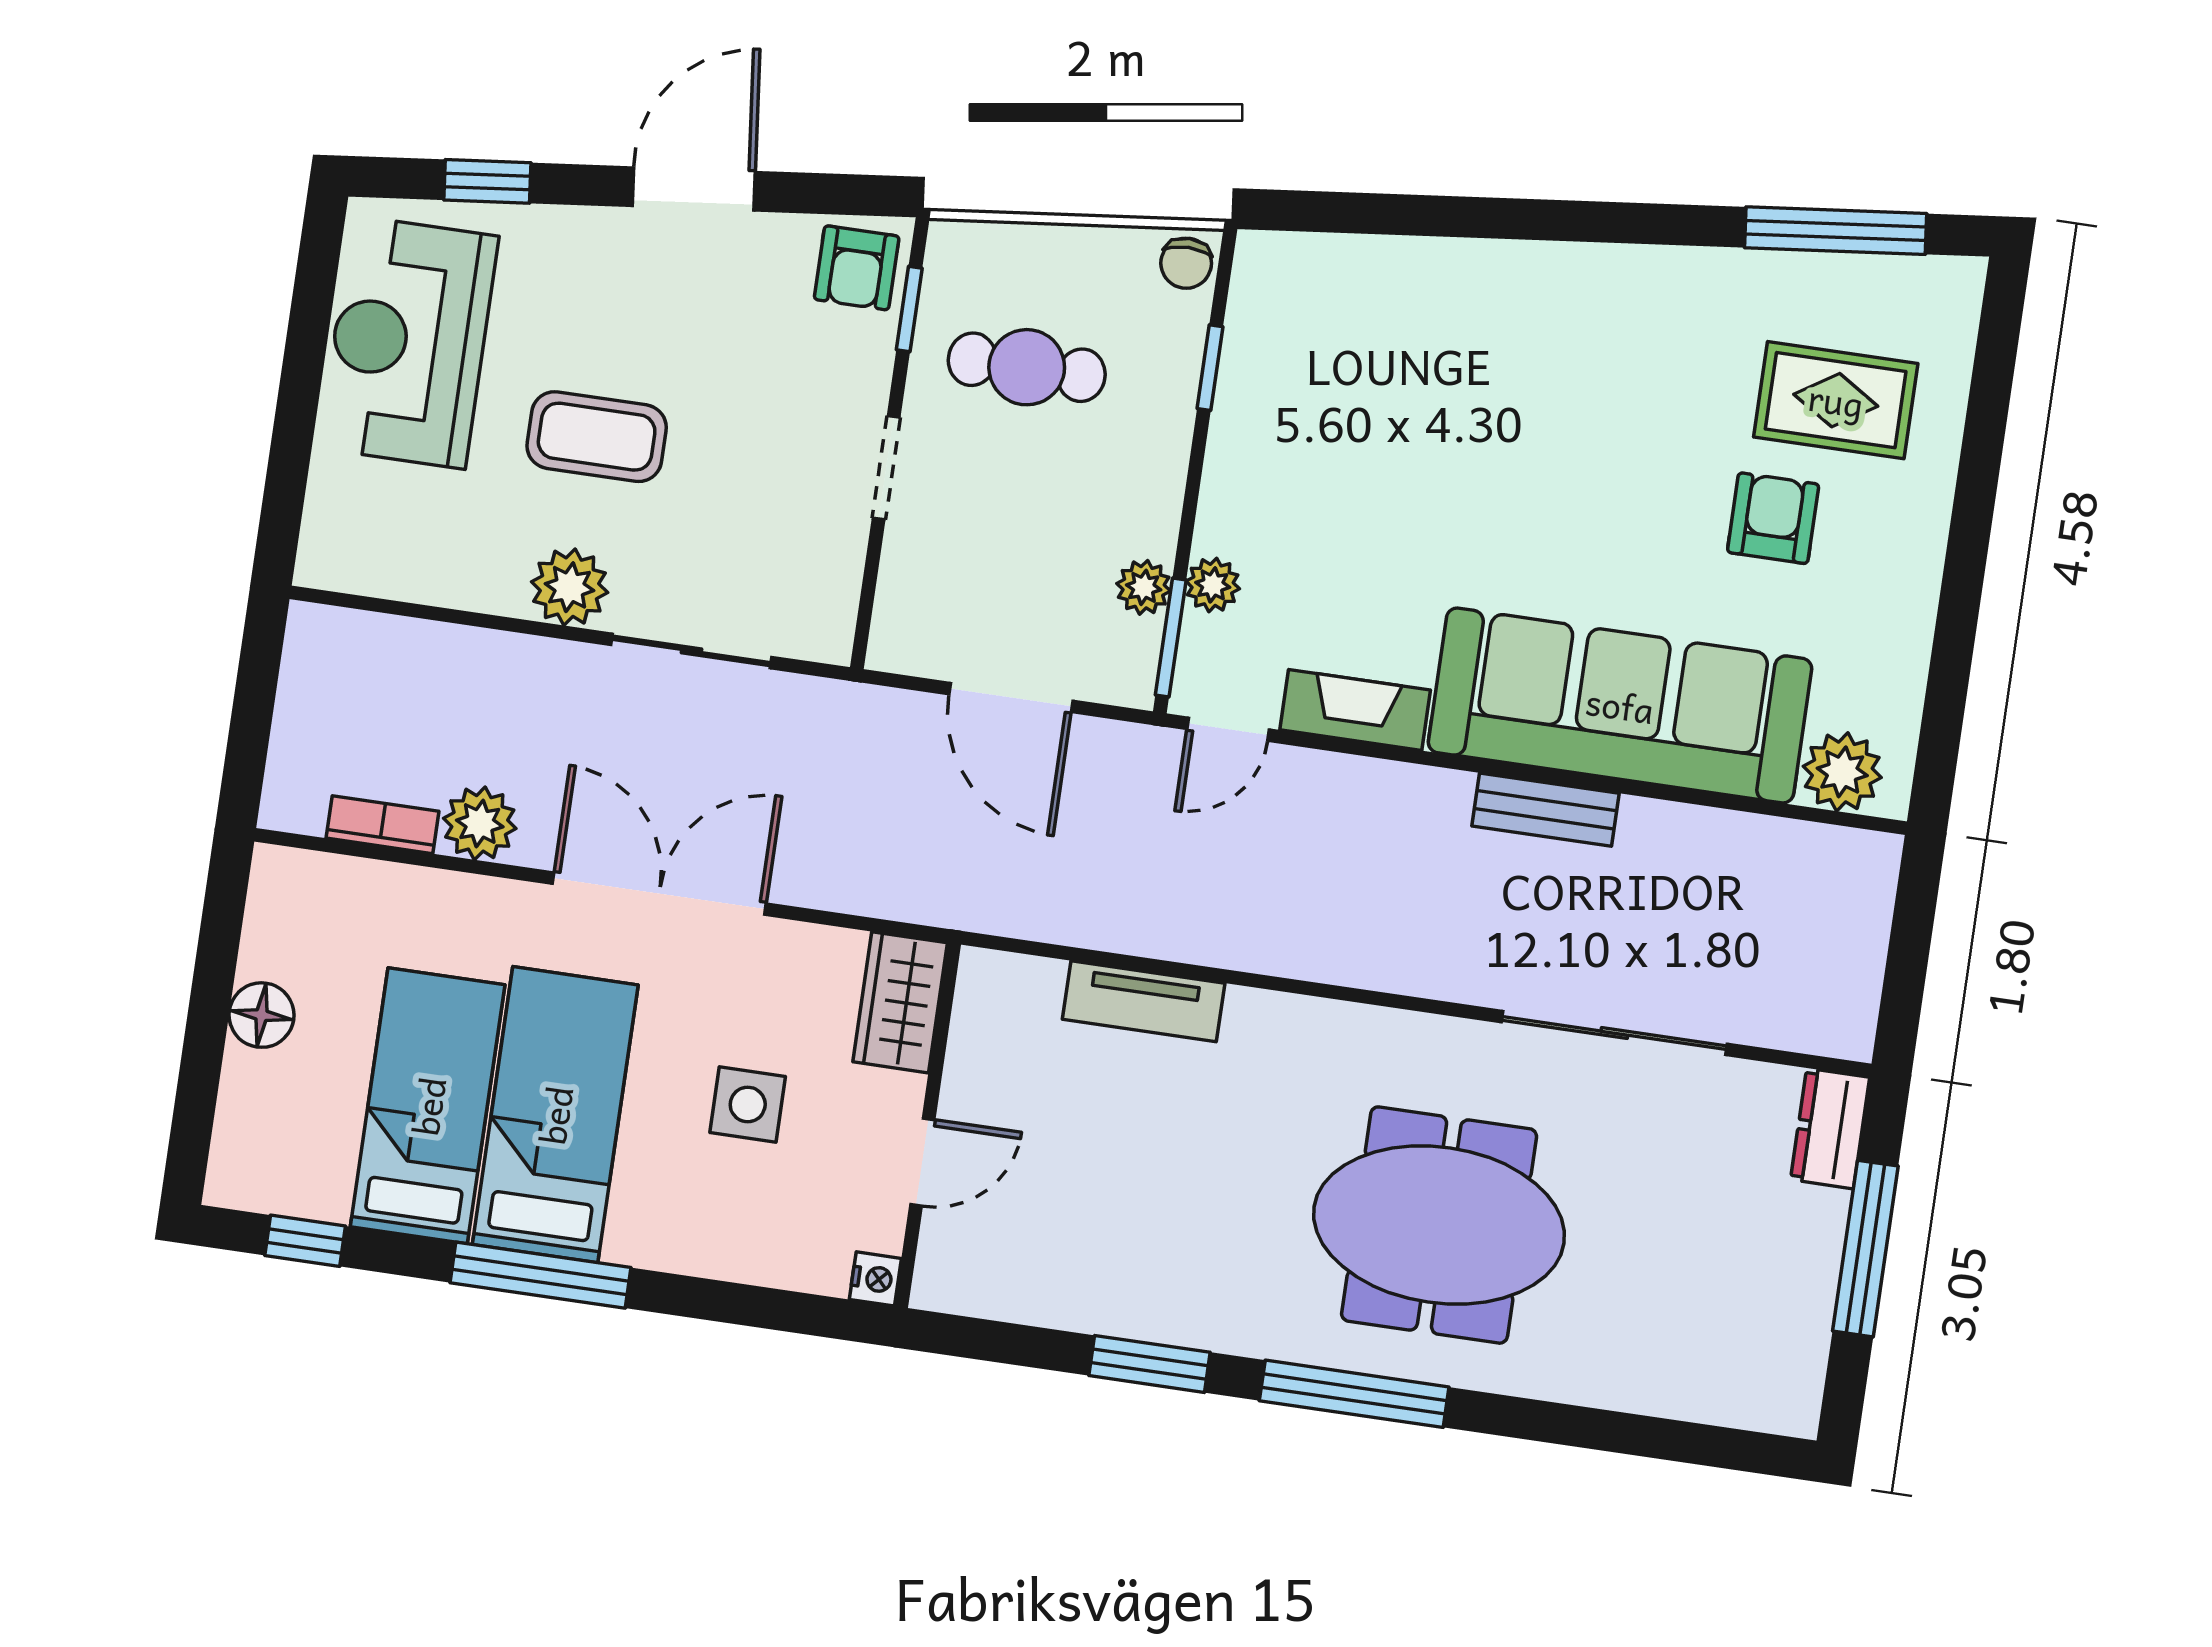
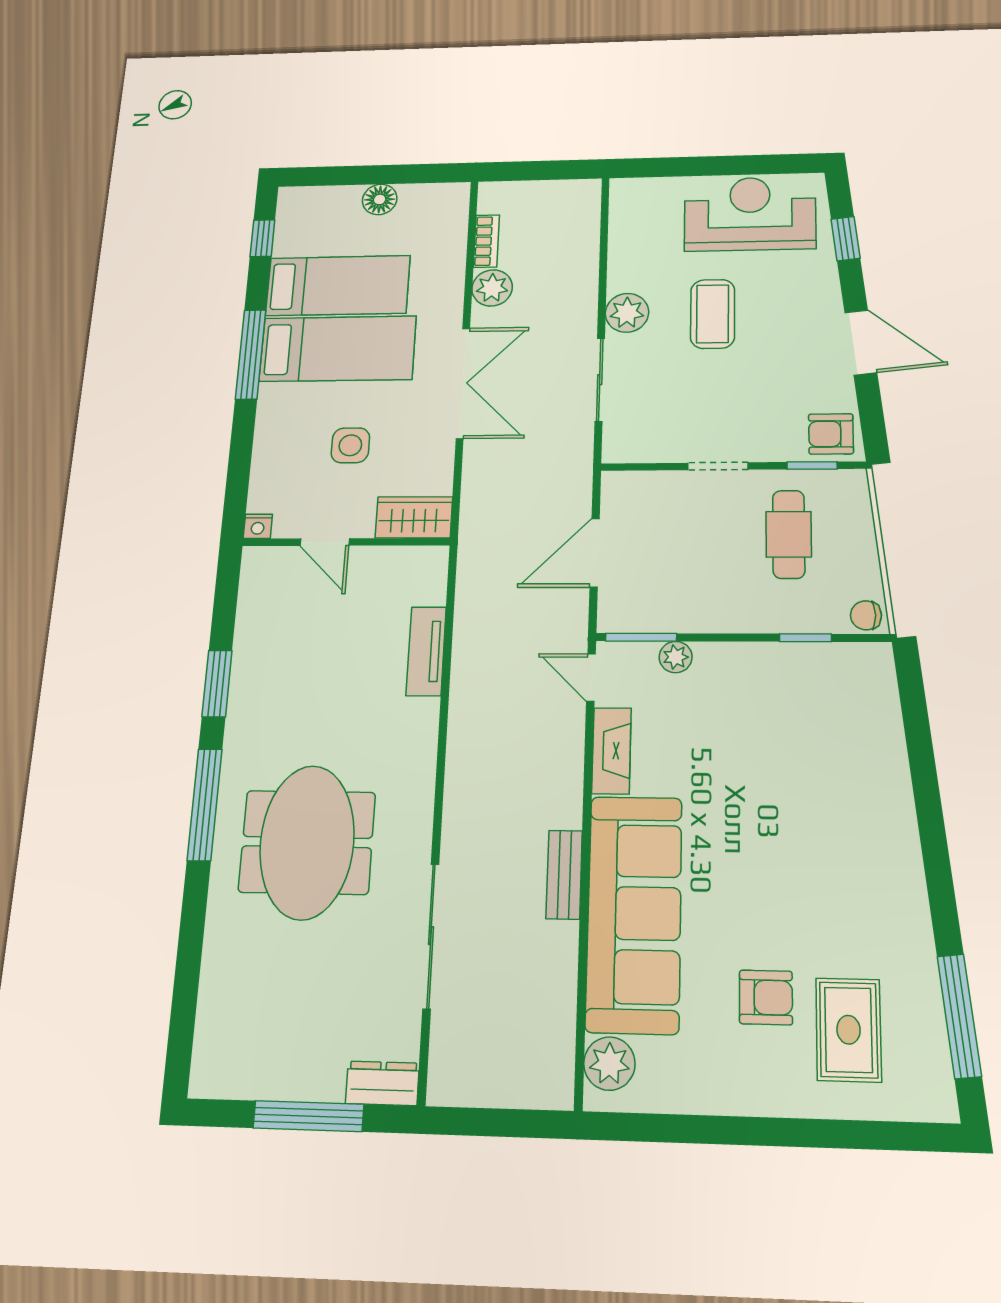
plant: (1144, 587) -> (669, 618), removed

